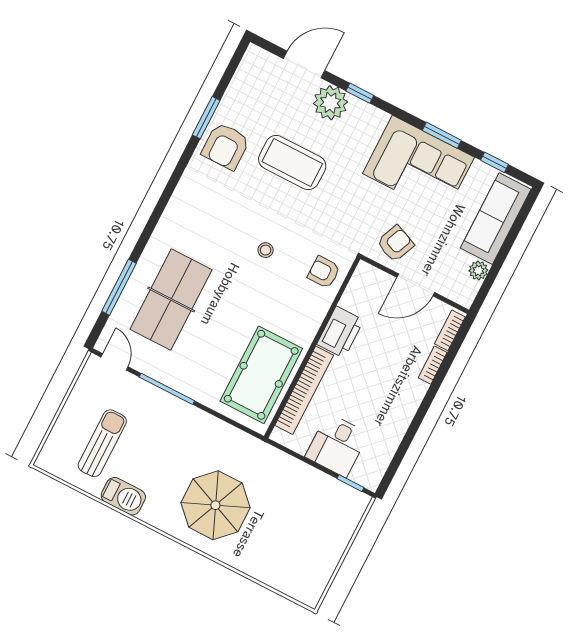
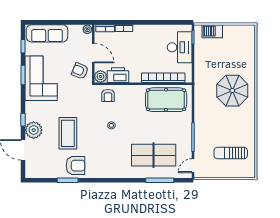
plant: (478, 270) -> (87, 29), moved
plant: (366, 276) -> (100, 77), added
printer: (340, 332) -> (118, 75), moved
desk: (337, 445) -> (180, 47), width x1.37
barbecue: (123, 496) -> (212, 31), moved, turned -90

